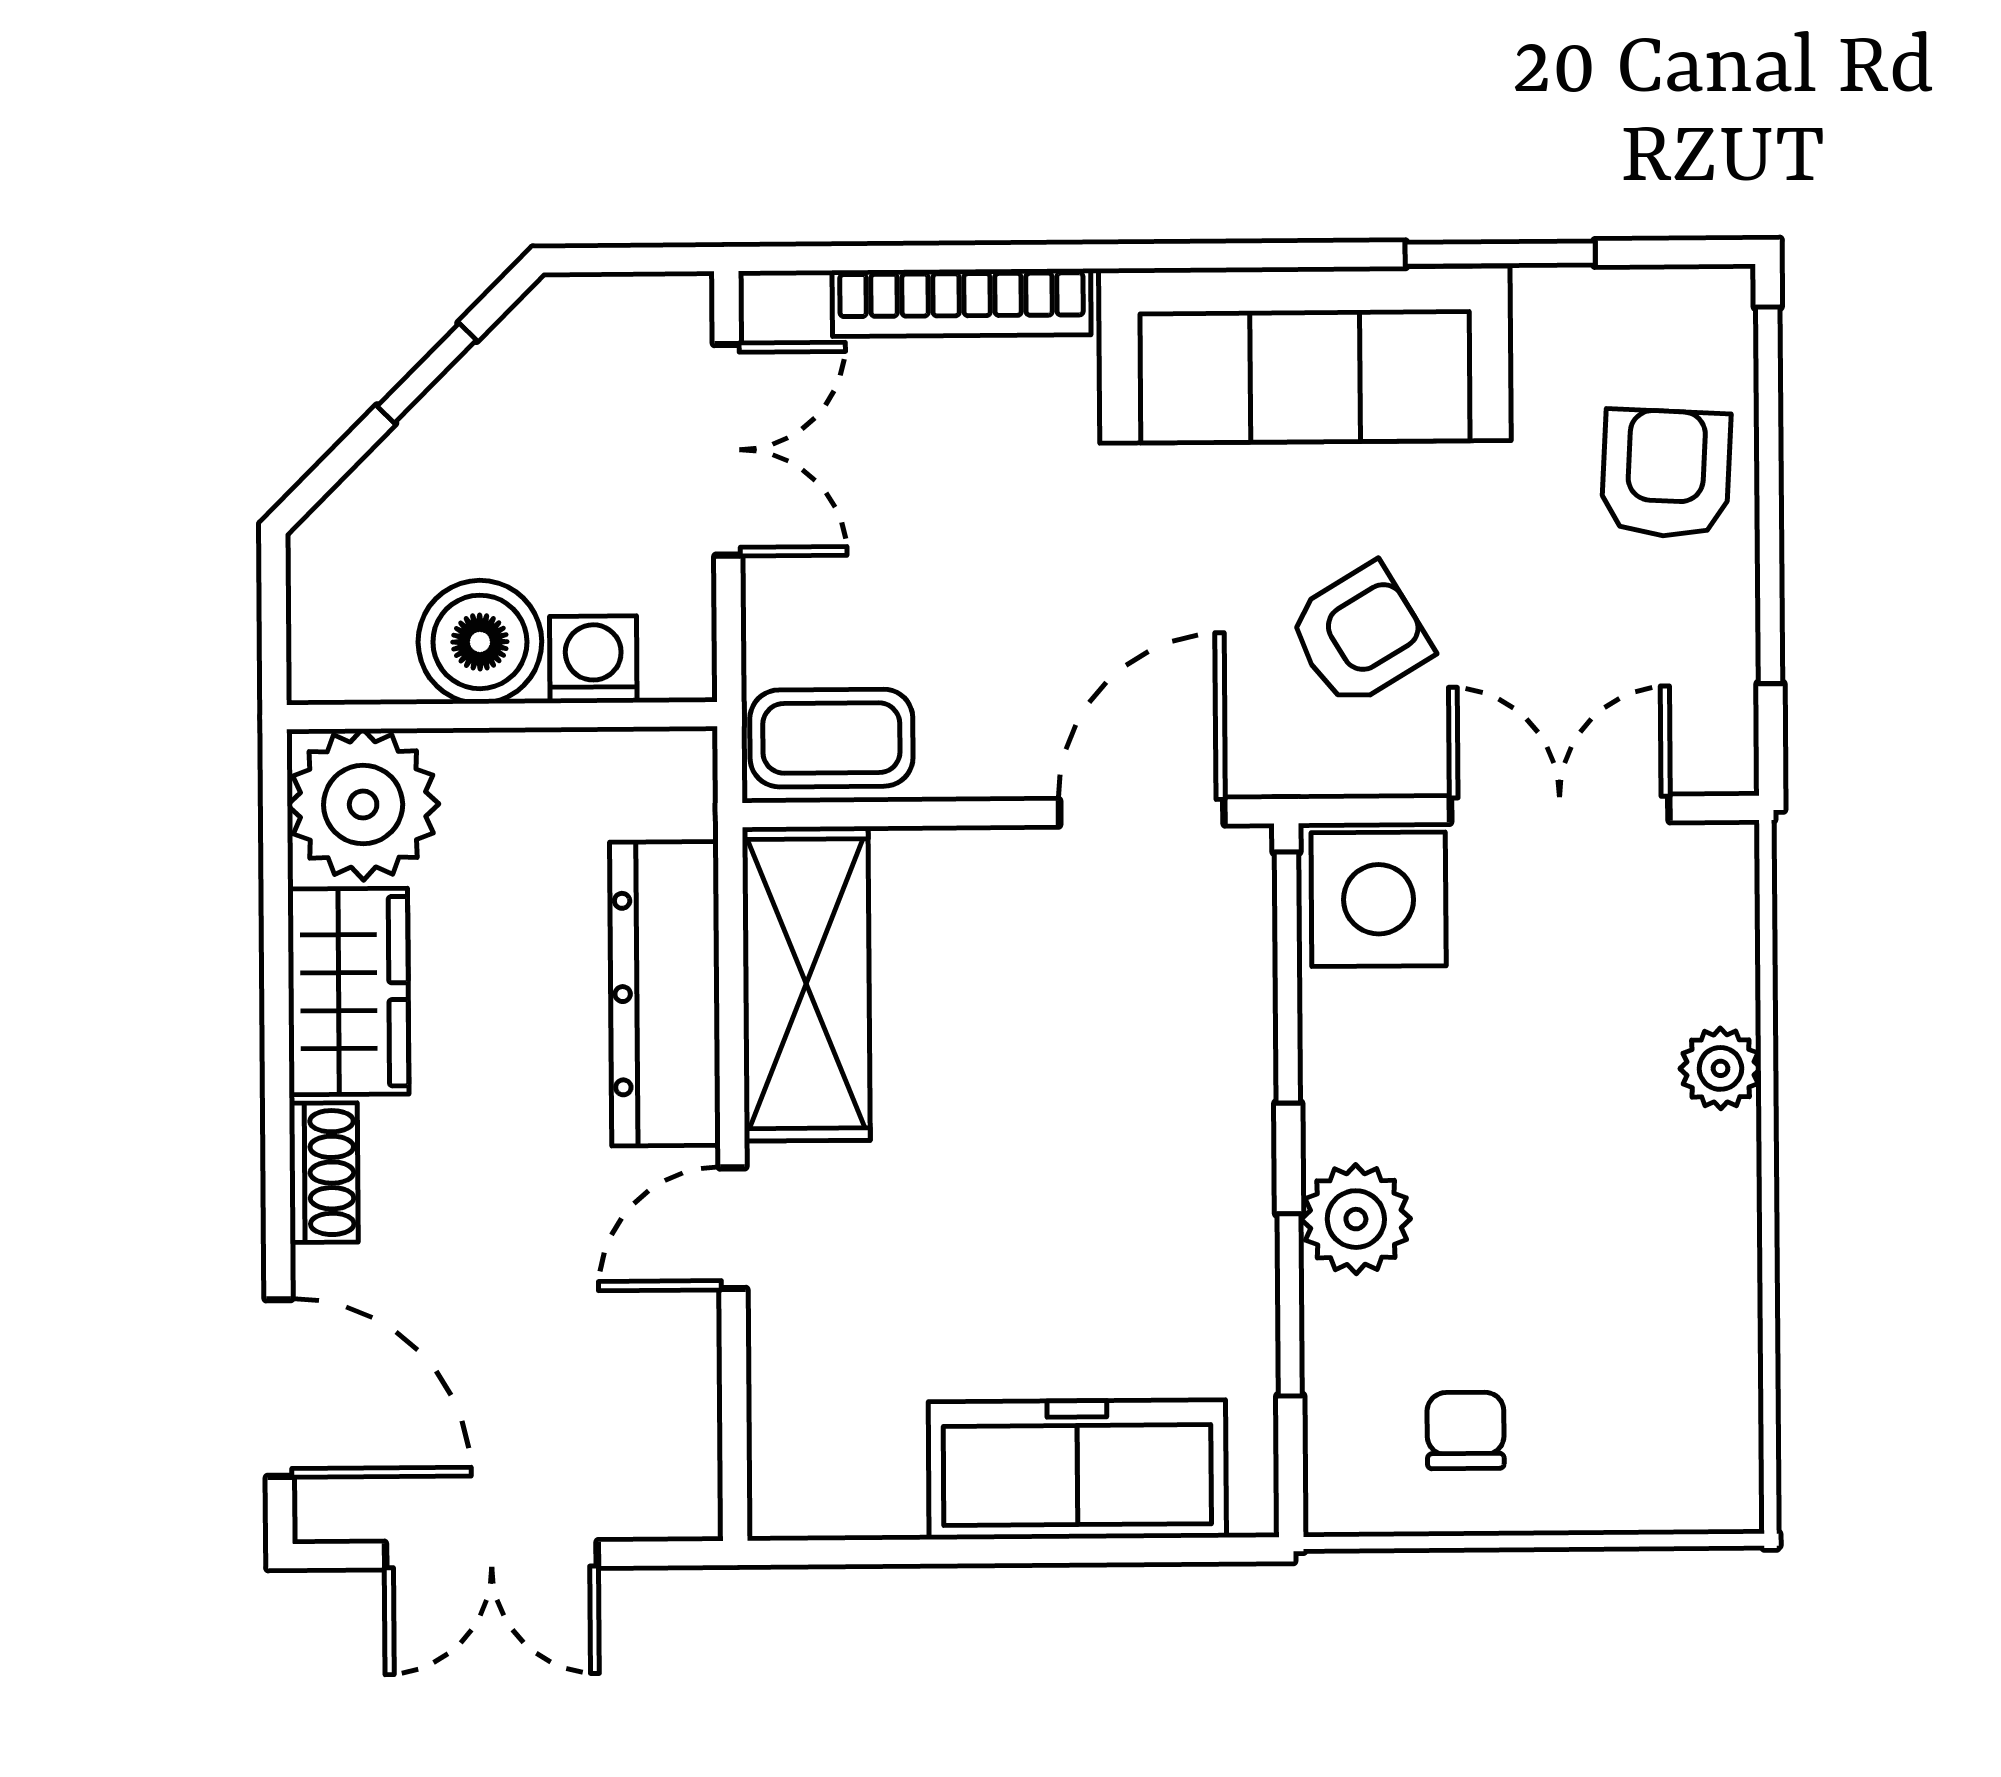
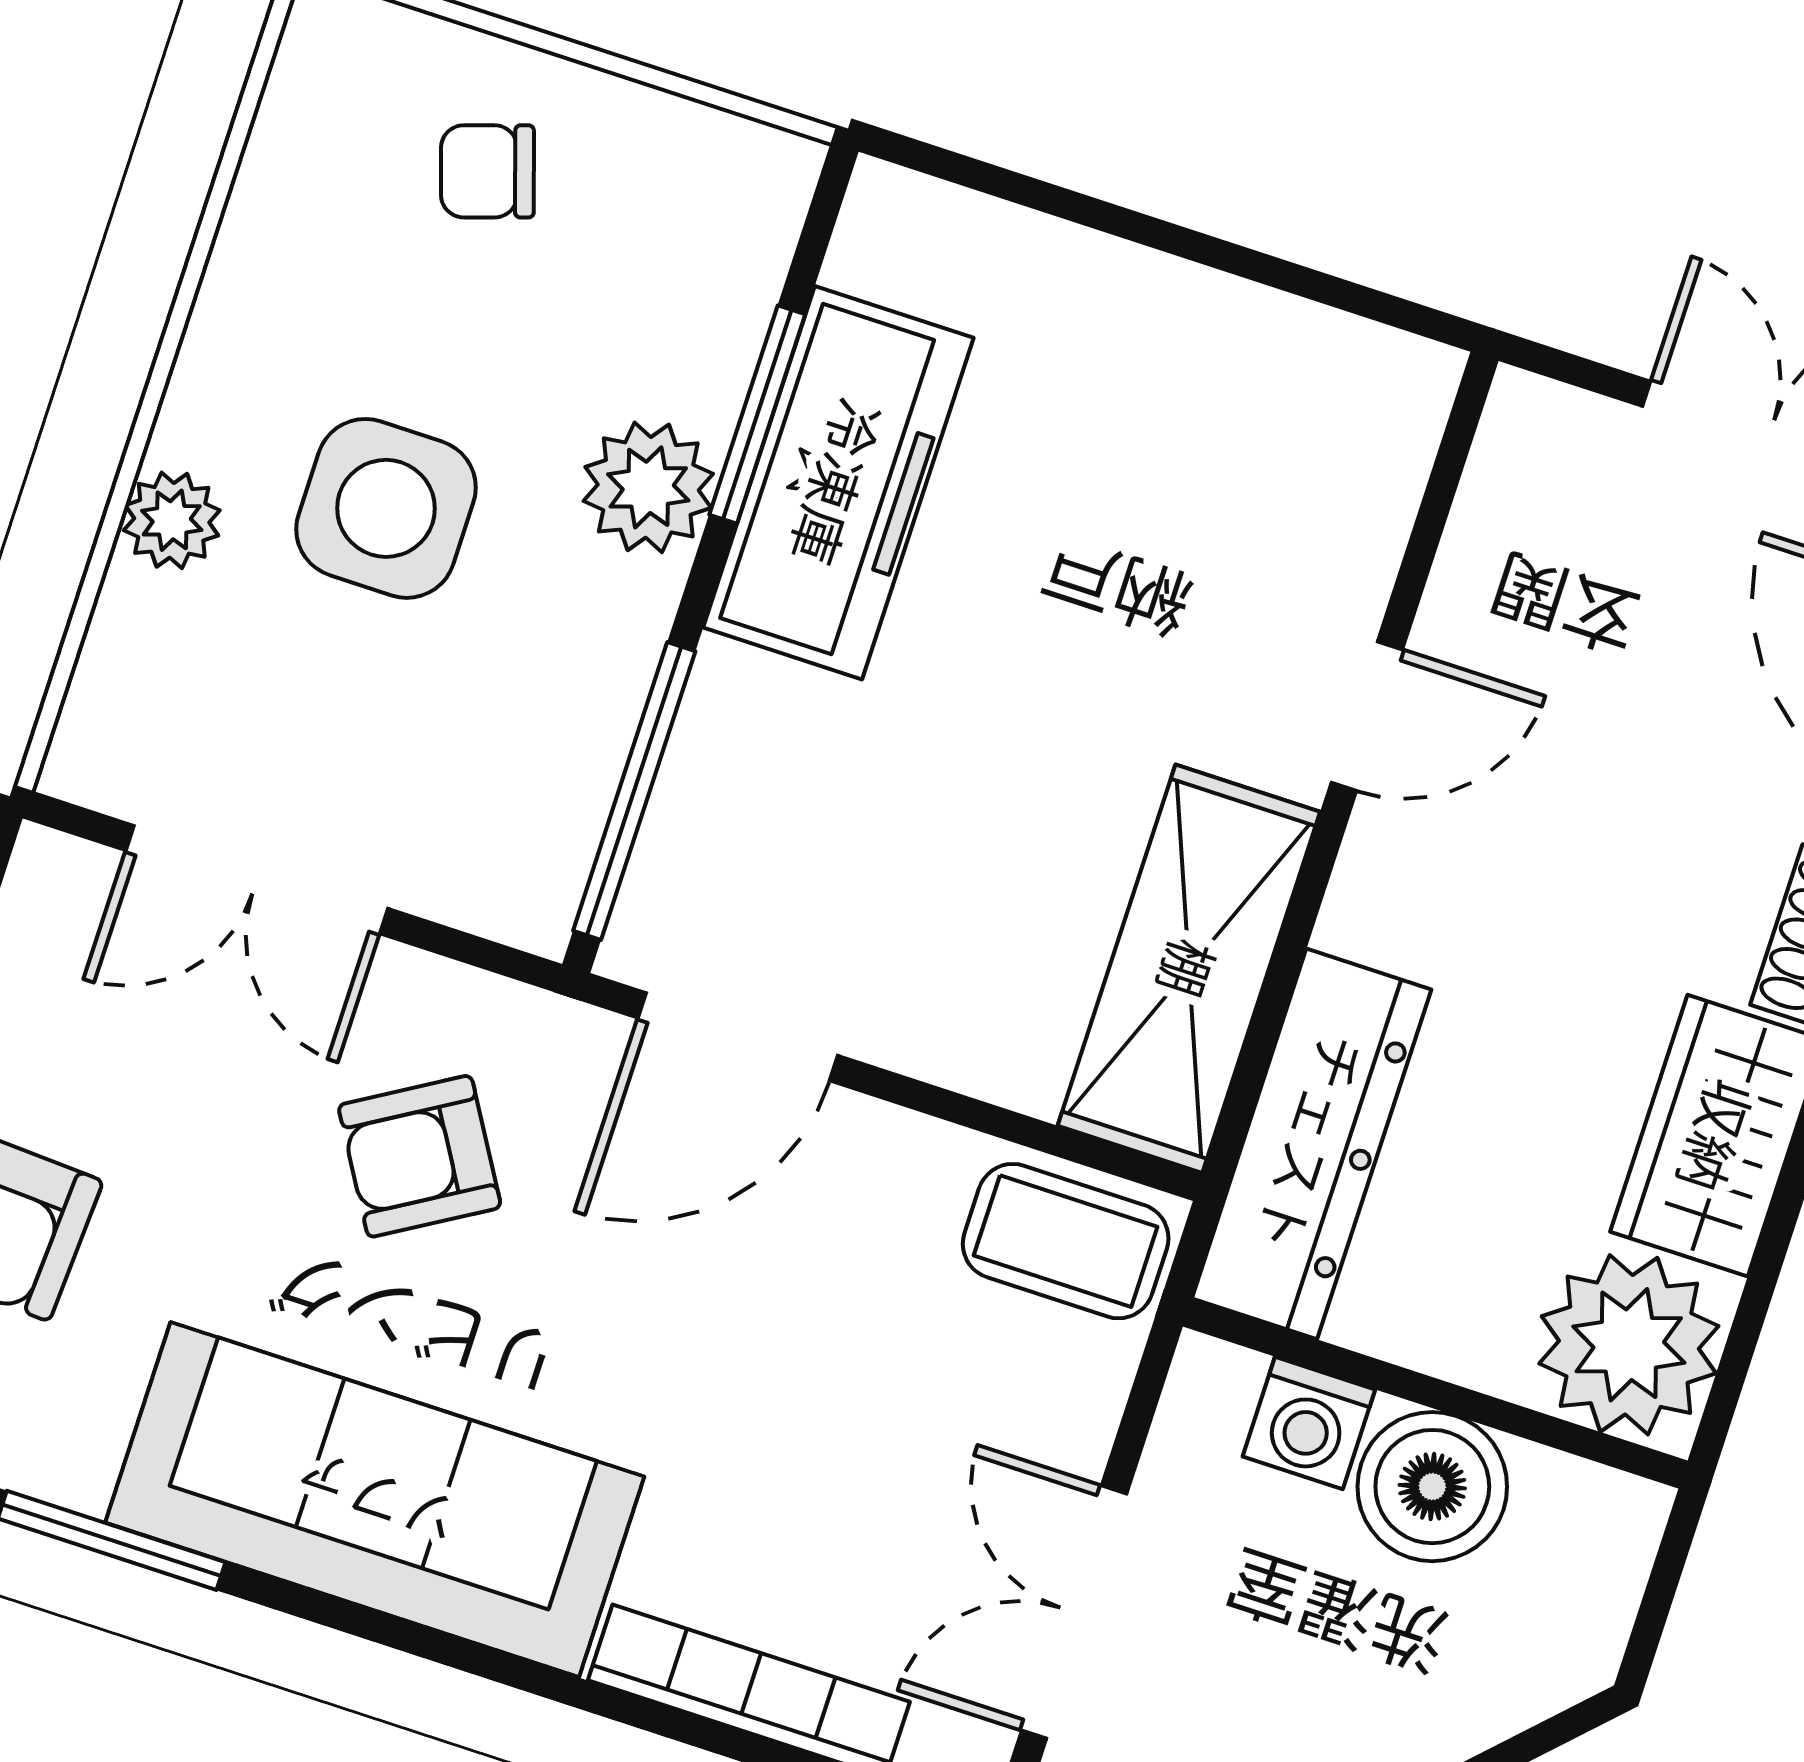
side table: (1379, 899) -> (386, 508), moved
dresser: (665, 994) -> (1312, 1144), moved
chair: (1466, 1430) -> (487, 171), moved, turned 72
freezer: (1077, 1470) -> (838, 483), moved, turned -90

